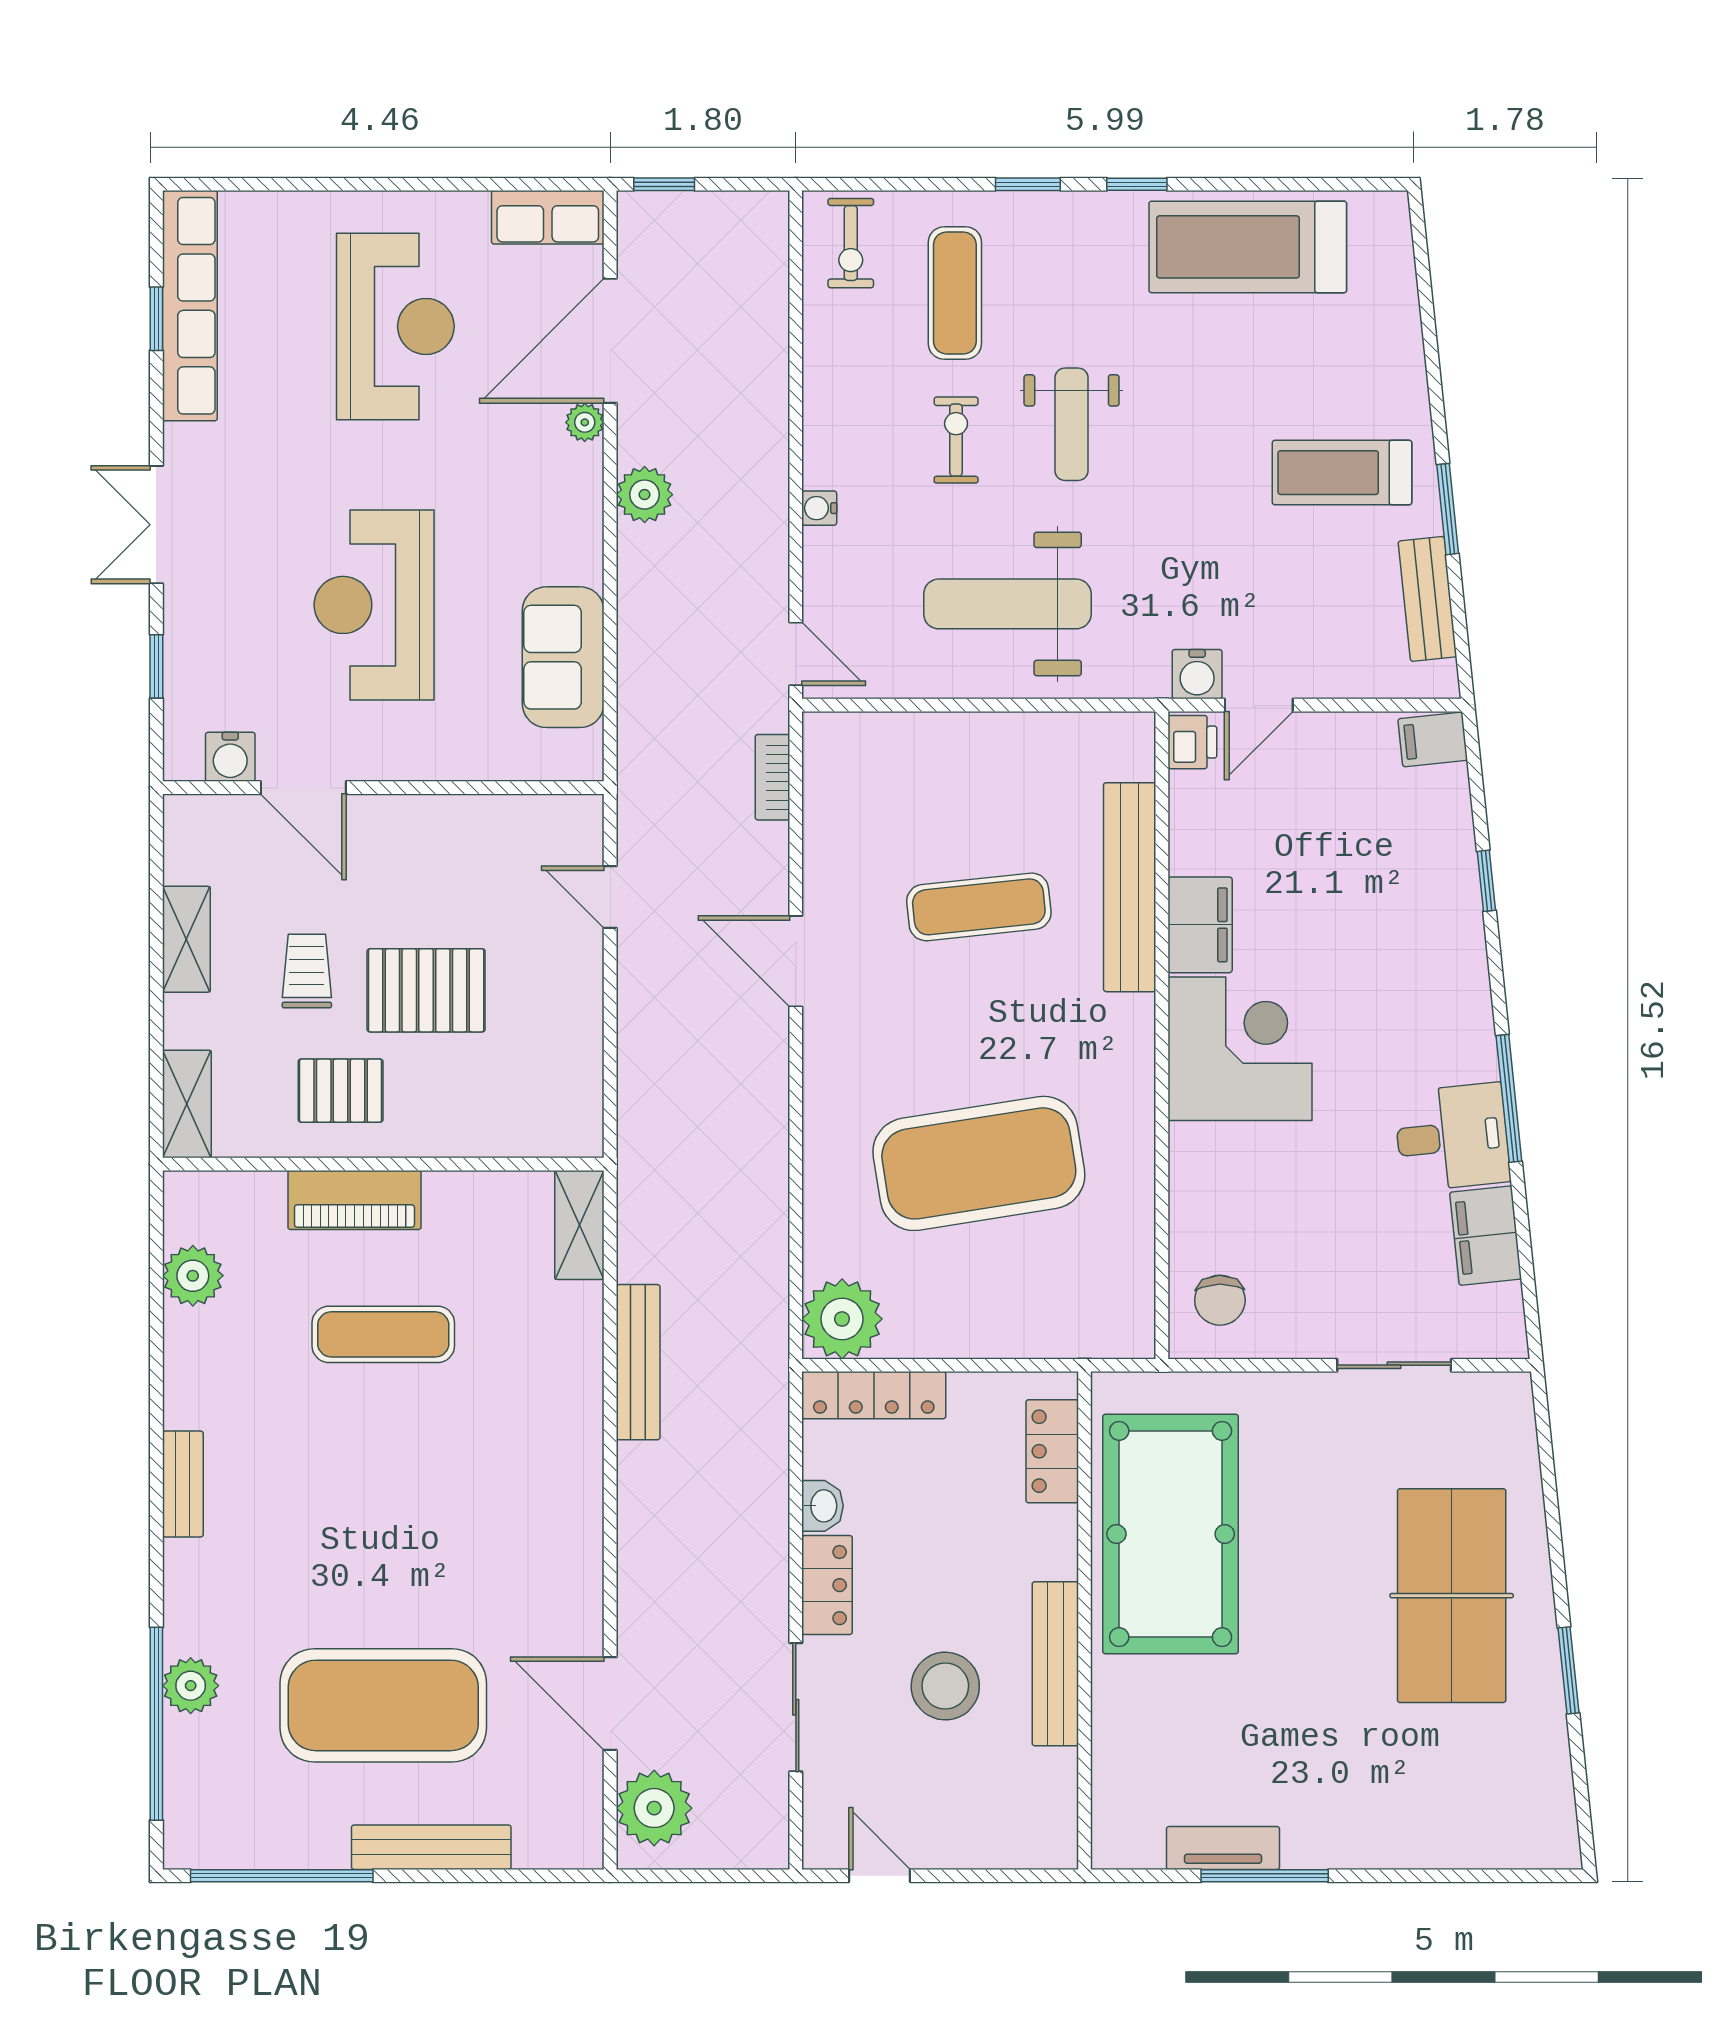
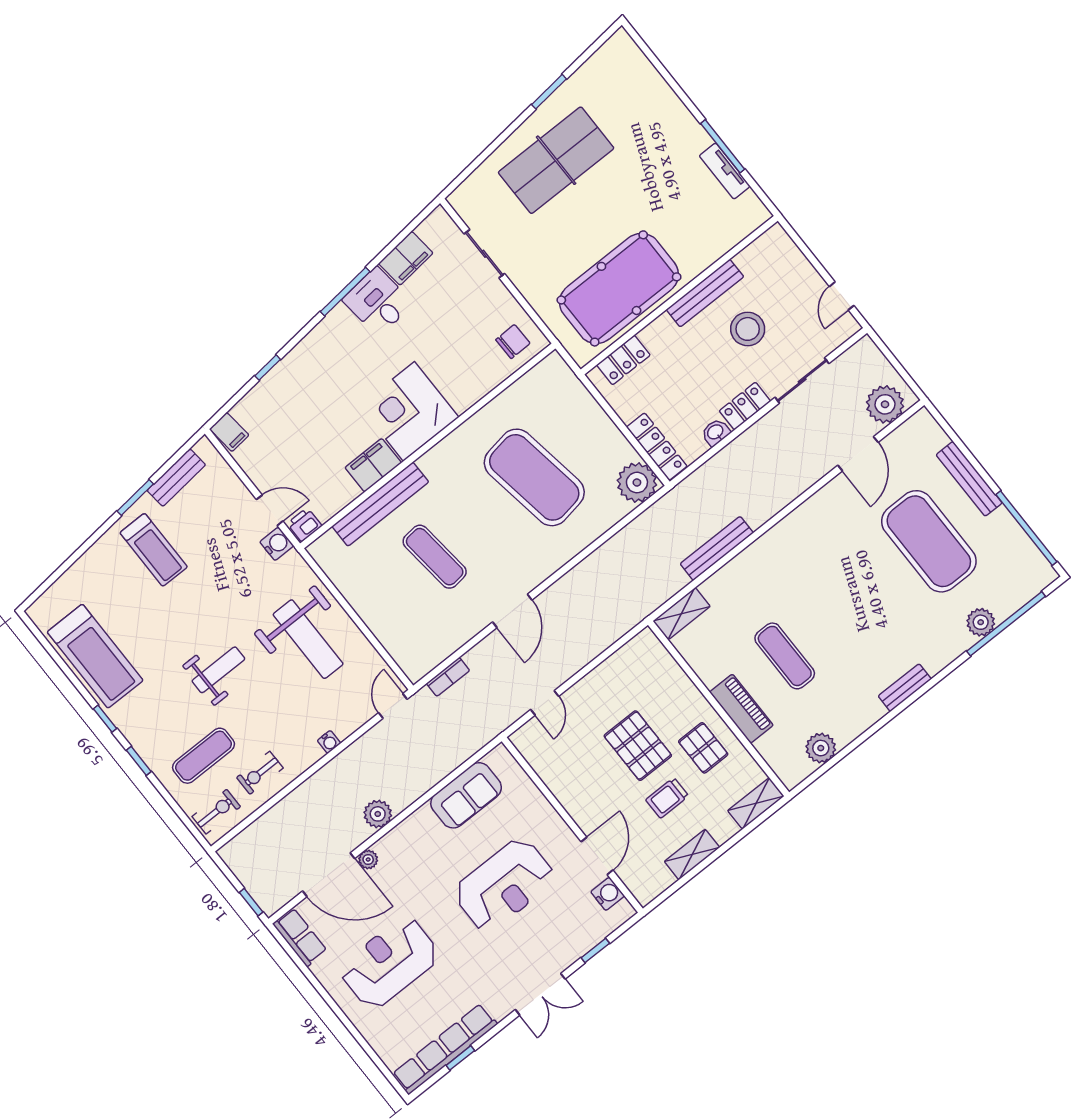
exercise bike: (956, 440) -> (260, 773), moved

